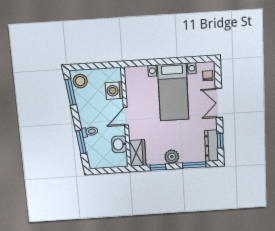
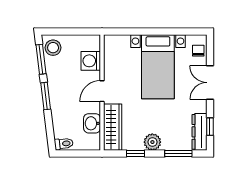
toilet: (90, 132) -> (64, 144), moved
window: (81, 142) -> (46, 96), moved
wardrobe: (137, 153) -> (113, 127), width x1.50

